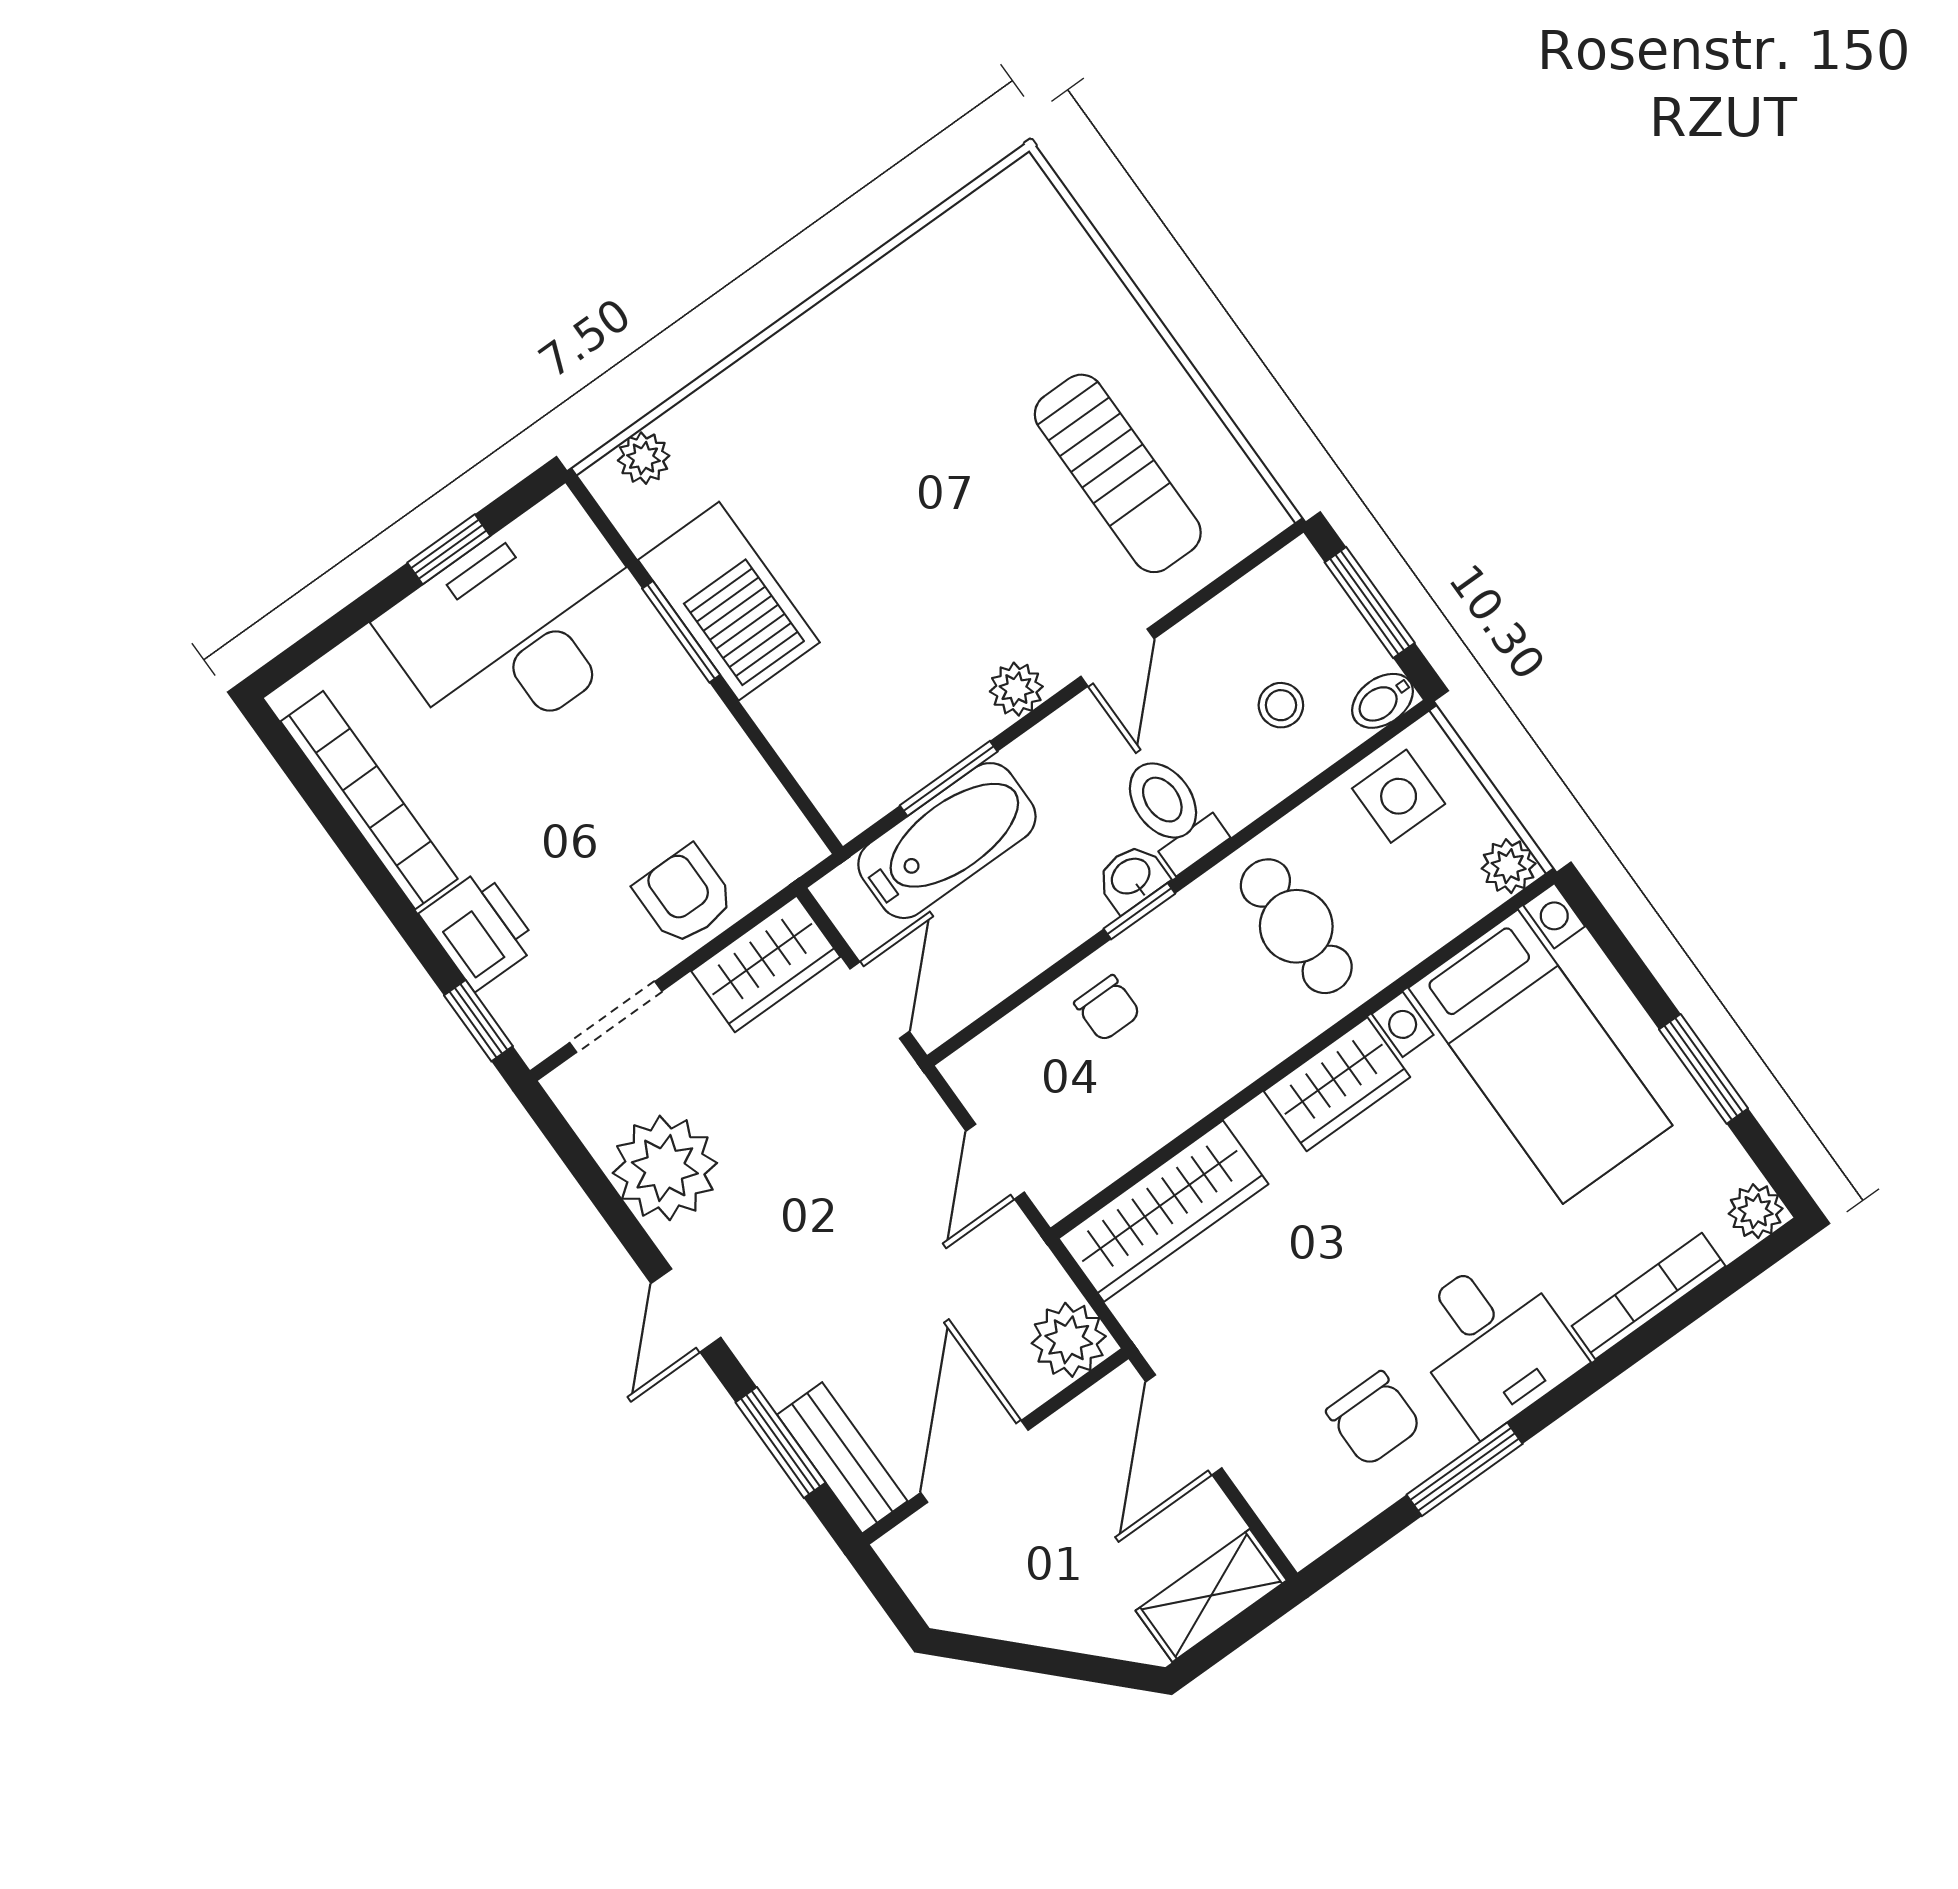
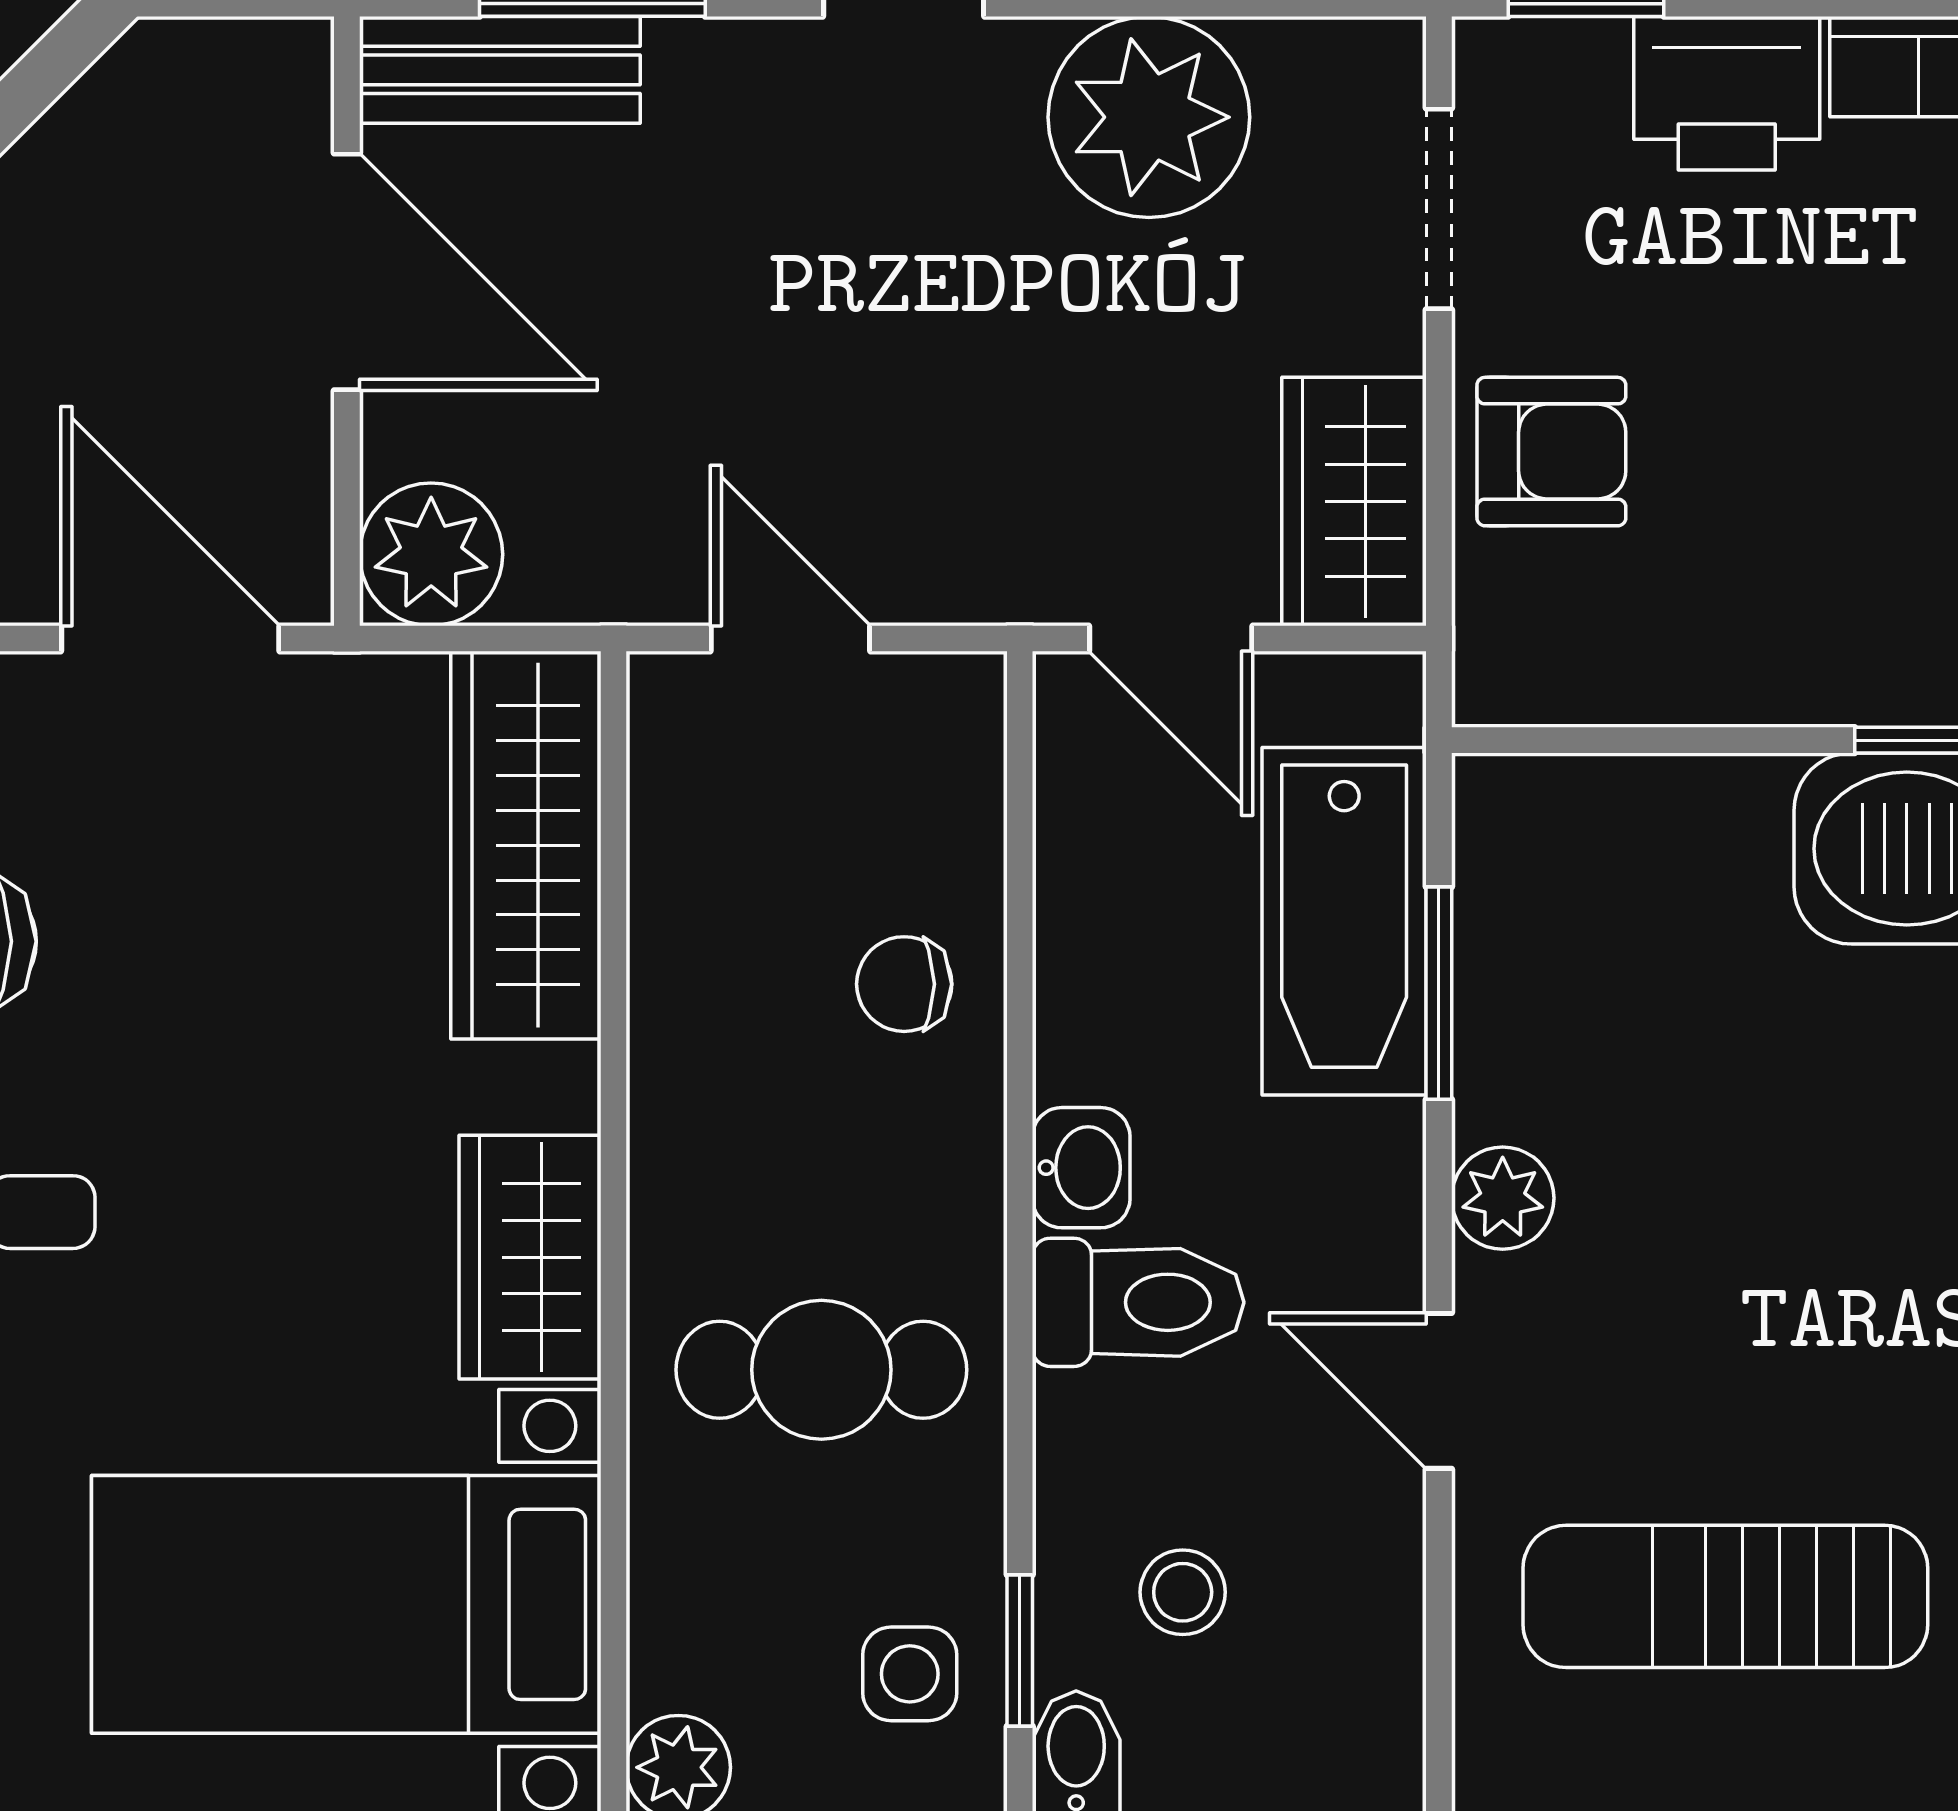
side table: (1399, 796) -> (910, 1674), width x0.73, depth x0.73
window: (1139, 911) -> (1020, 1651), moved

